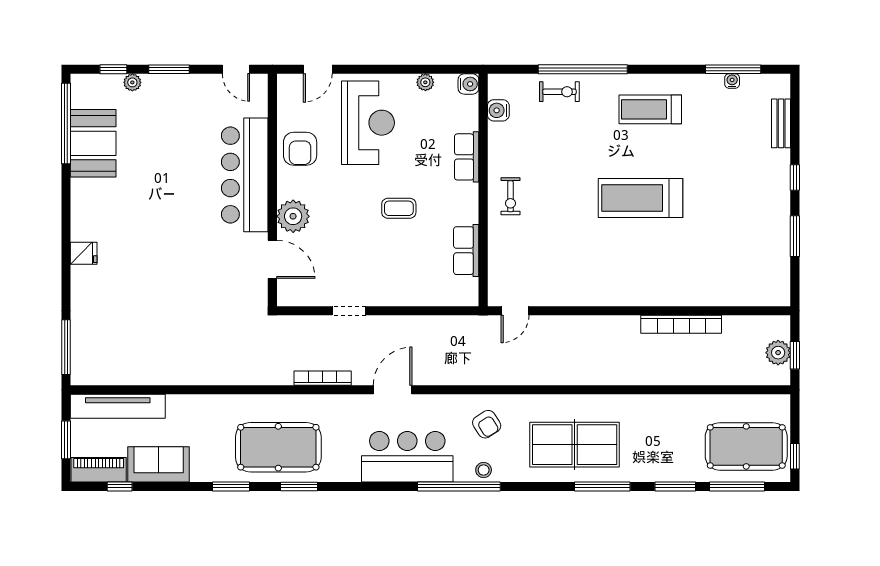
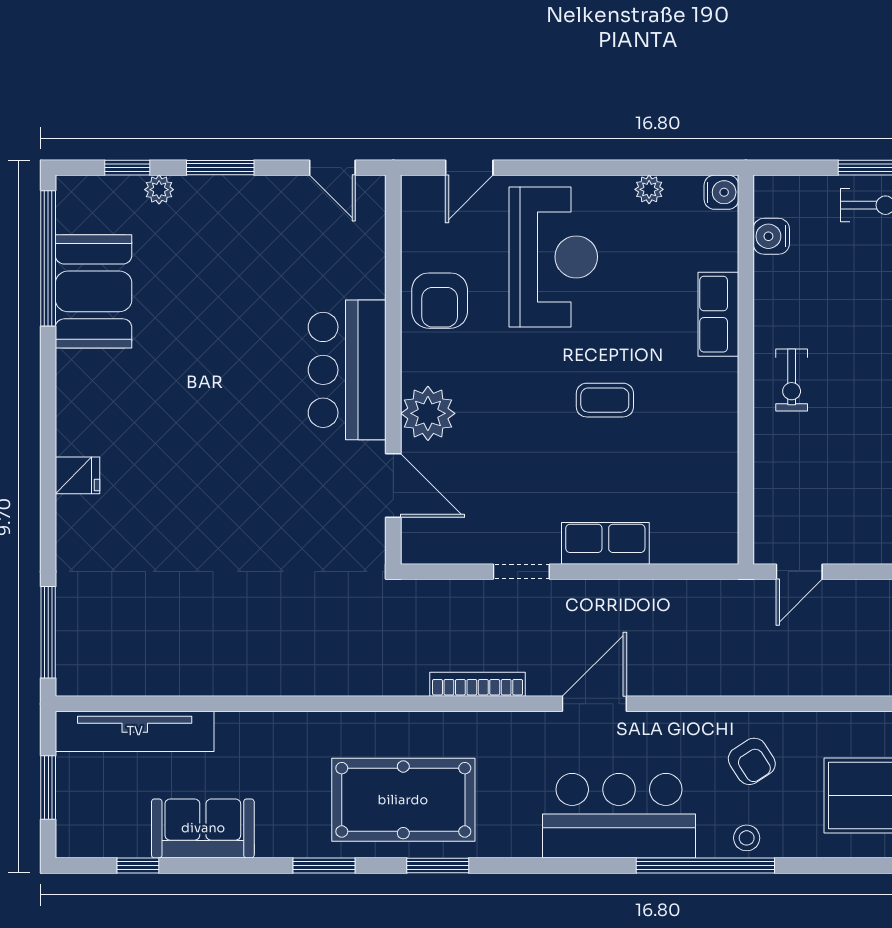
bar counter: (245, 175) -> (347, 370), width x0.73
row of seats: (466, 251) -> (605, 543), moved, turned 90
piano: (99, 470) -> (103, 837), removed

